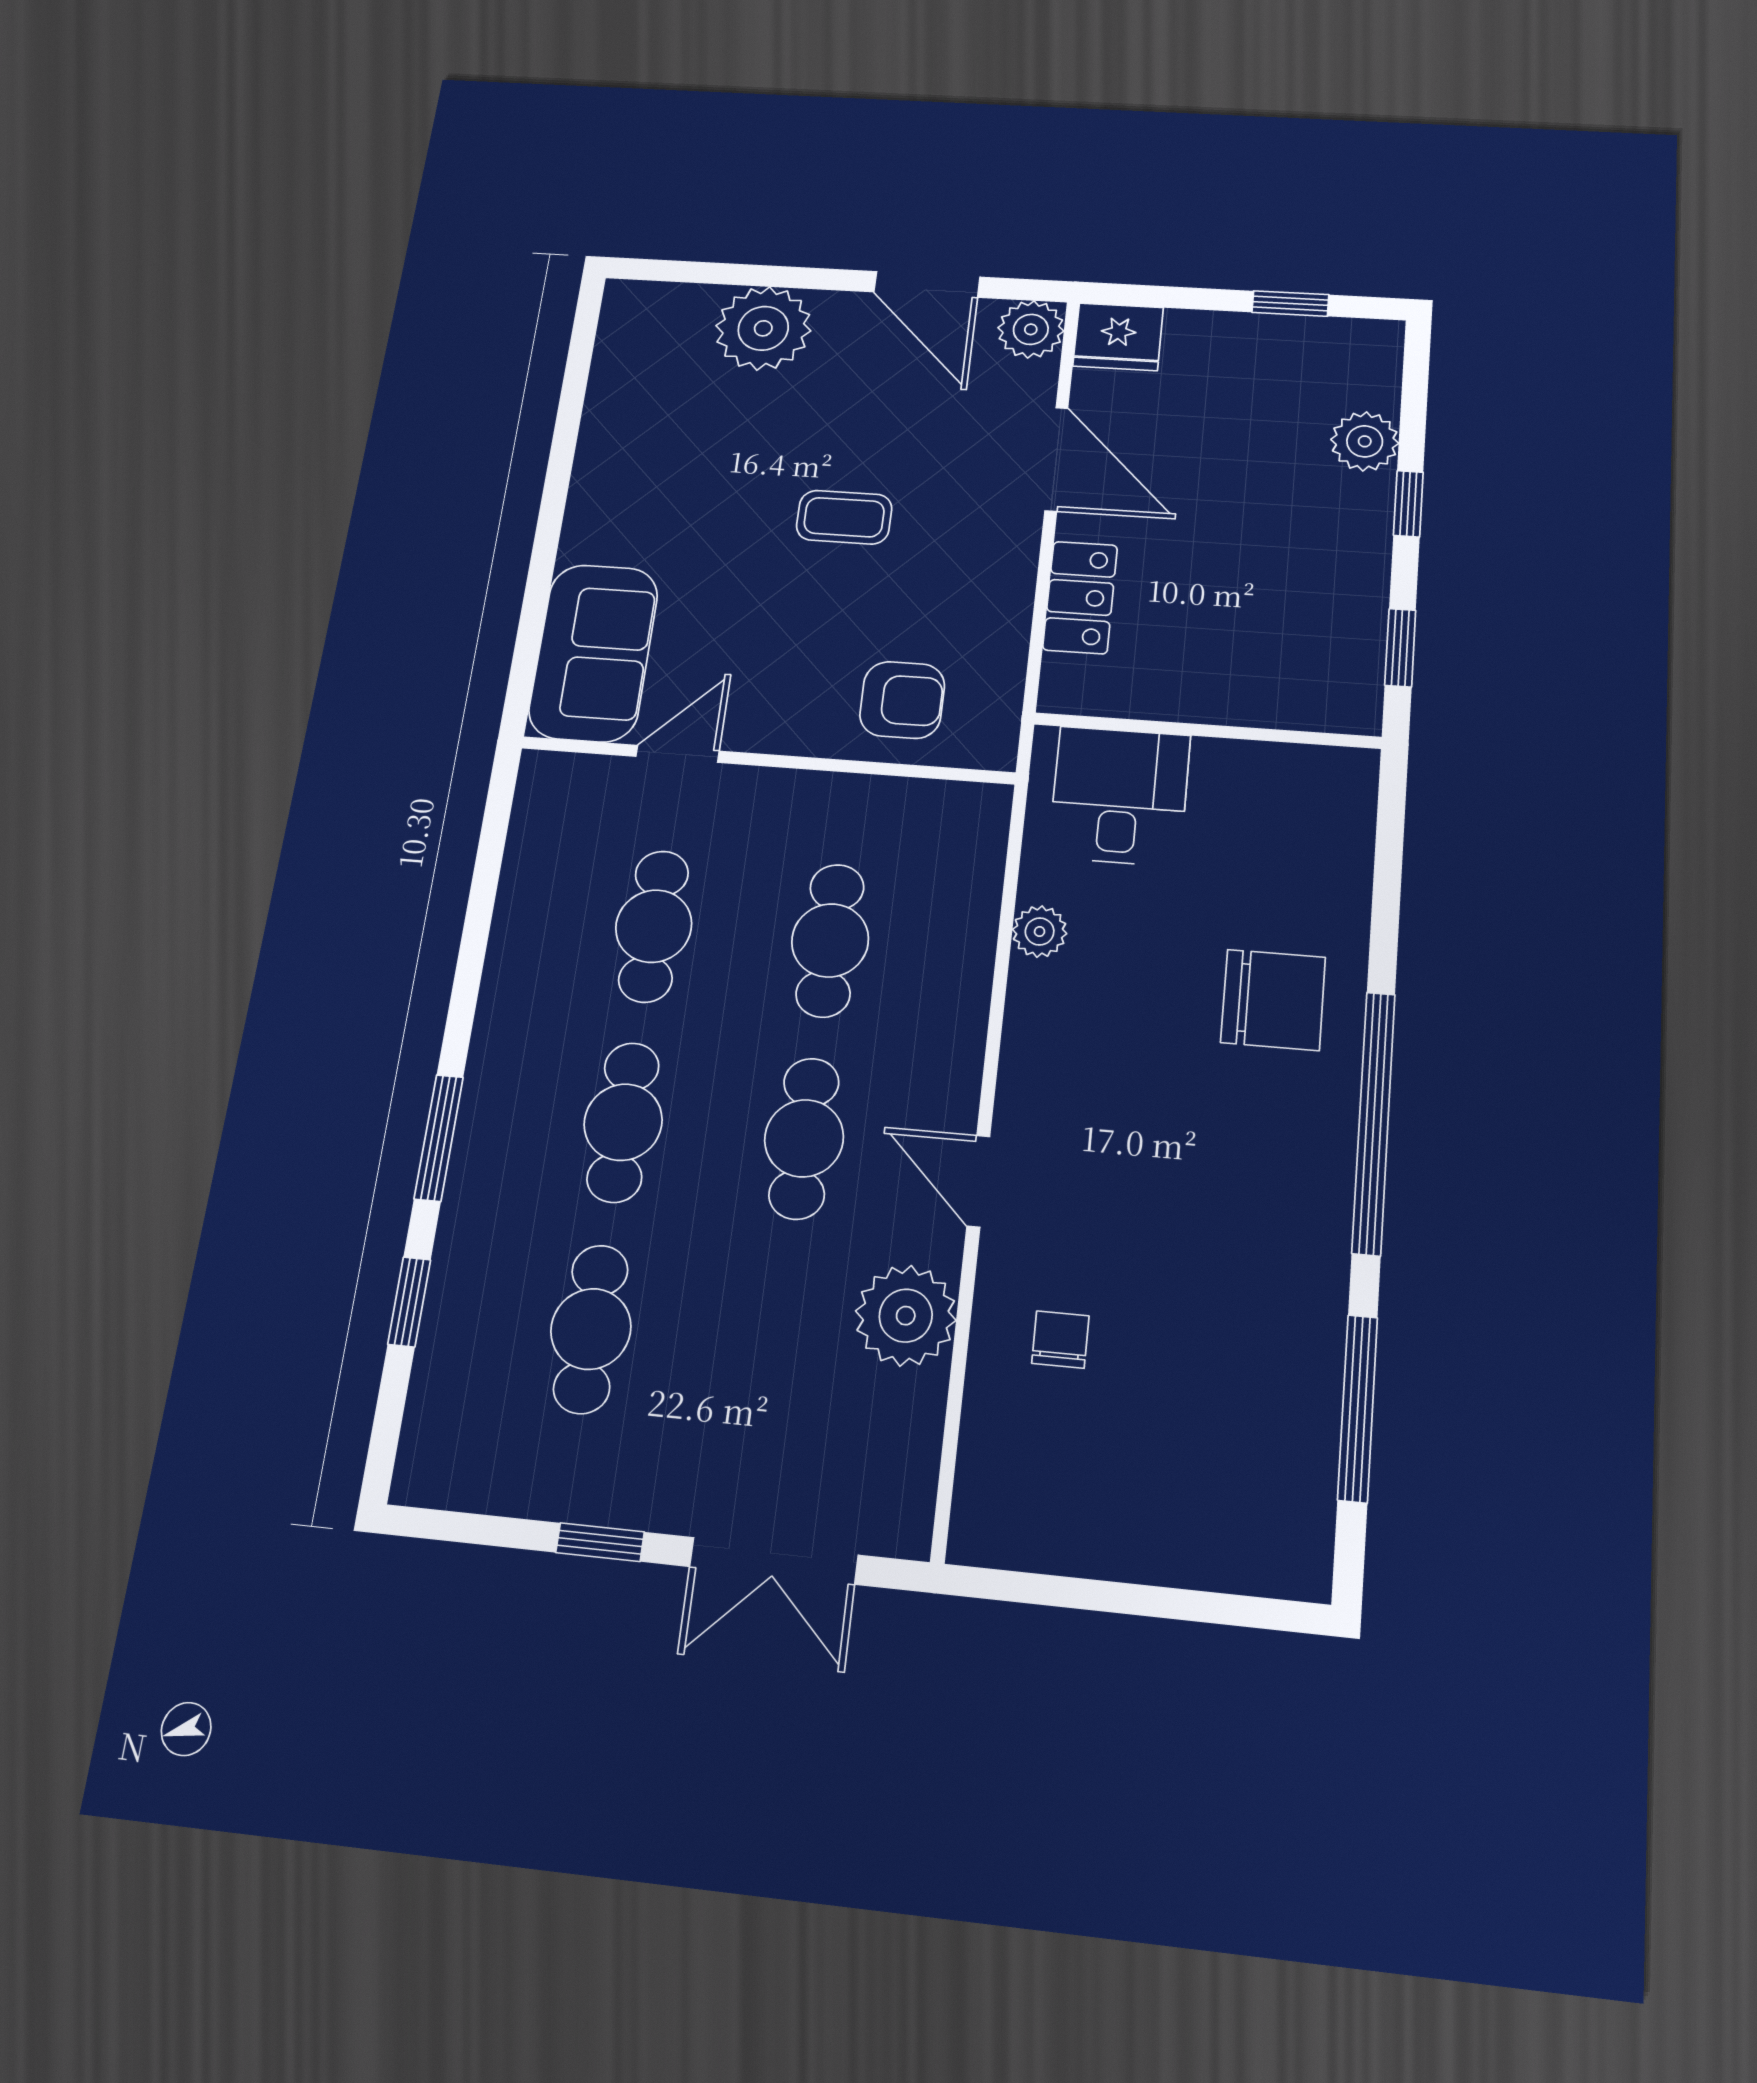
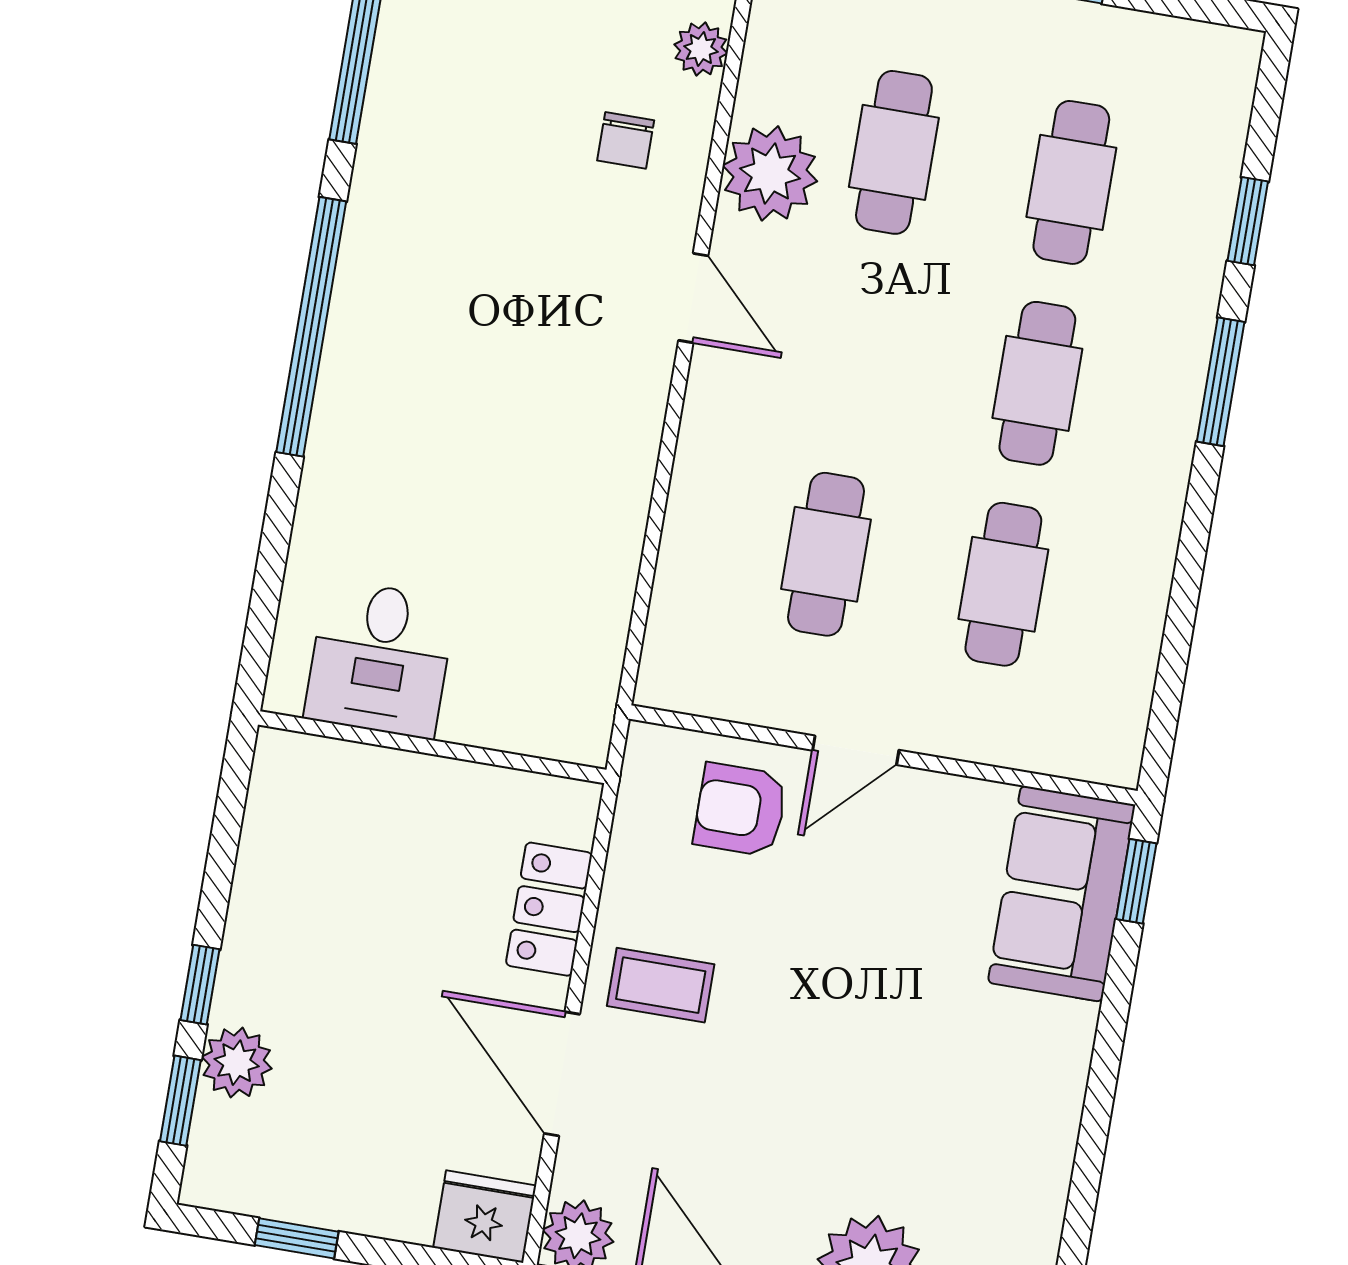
coffee table: (844, 517) -> (661, 985), moved
window: (1400, 648) -> (180, 1101), moved
window: (523, 669) -> (1136, 881), added
door: (677, 754) -> (856, 750), moved
desk: (1119, 796) -> (380, 659), moved
plant: (1040, 932) -> (701, 49), moved
chair: (1273, 1000) -> (394, 457), removed
cafe table: (804, 1138) -> (894, 152), moved

